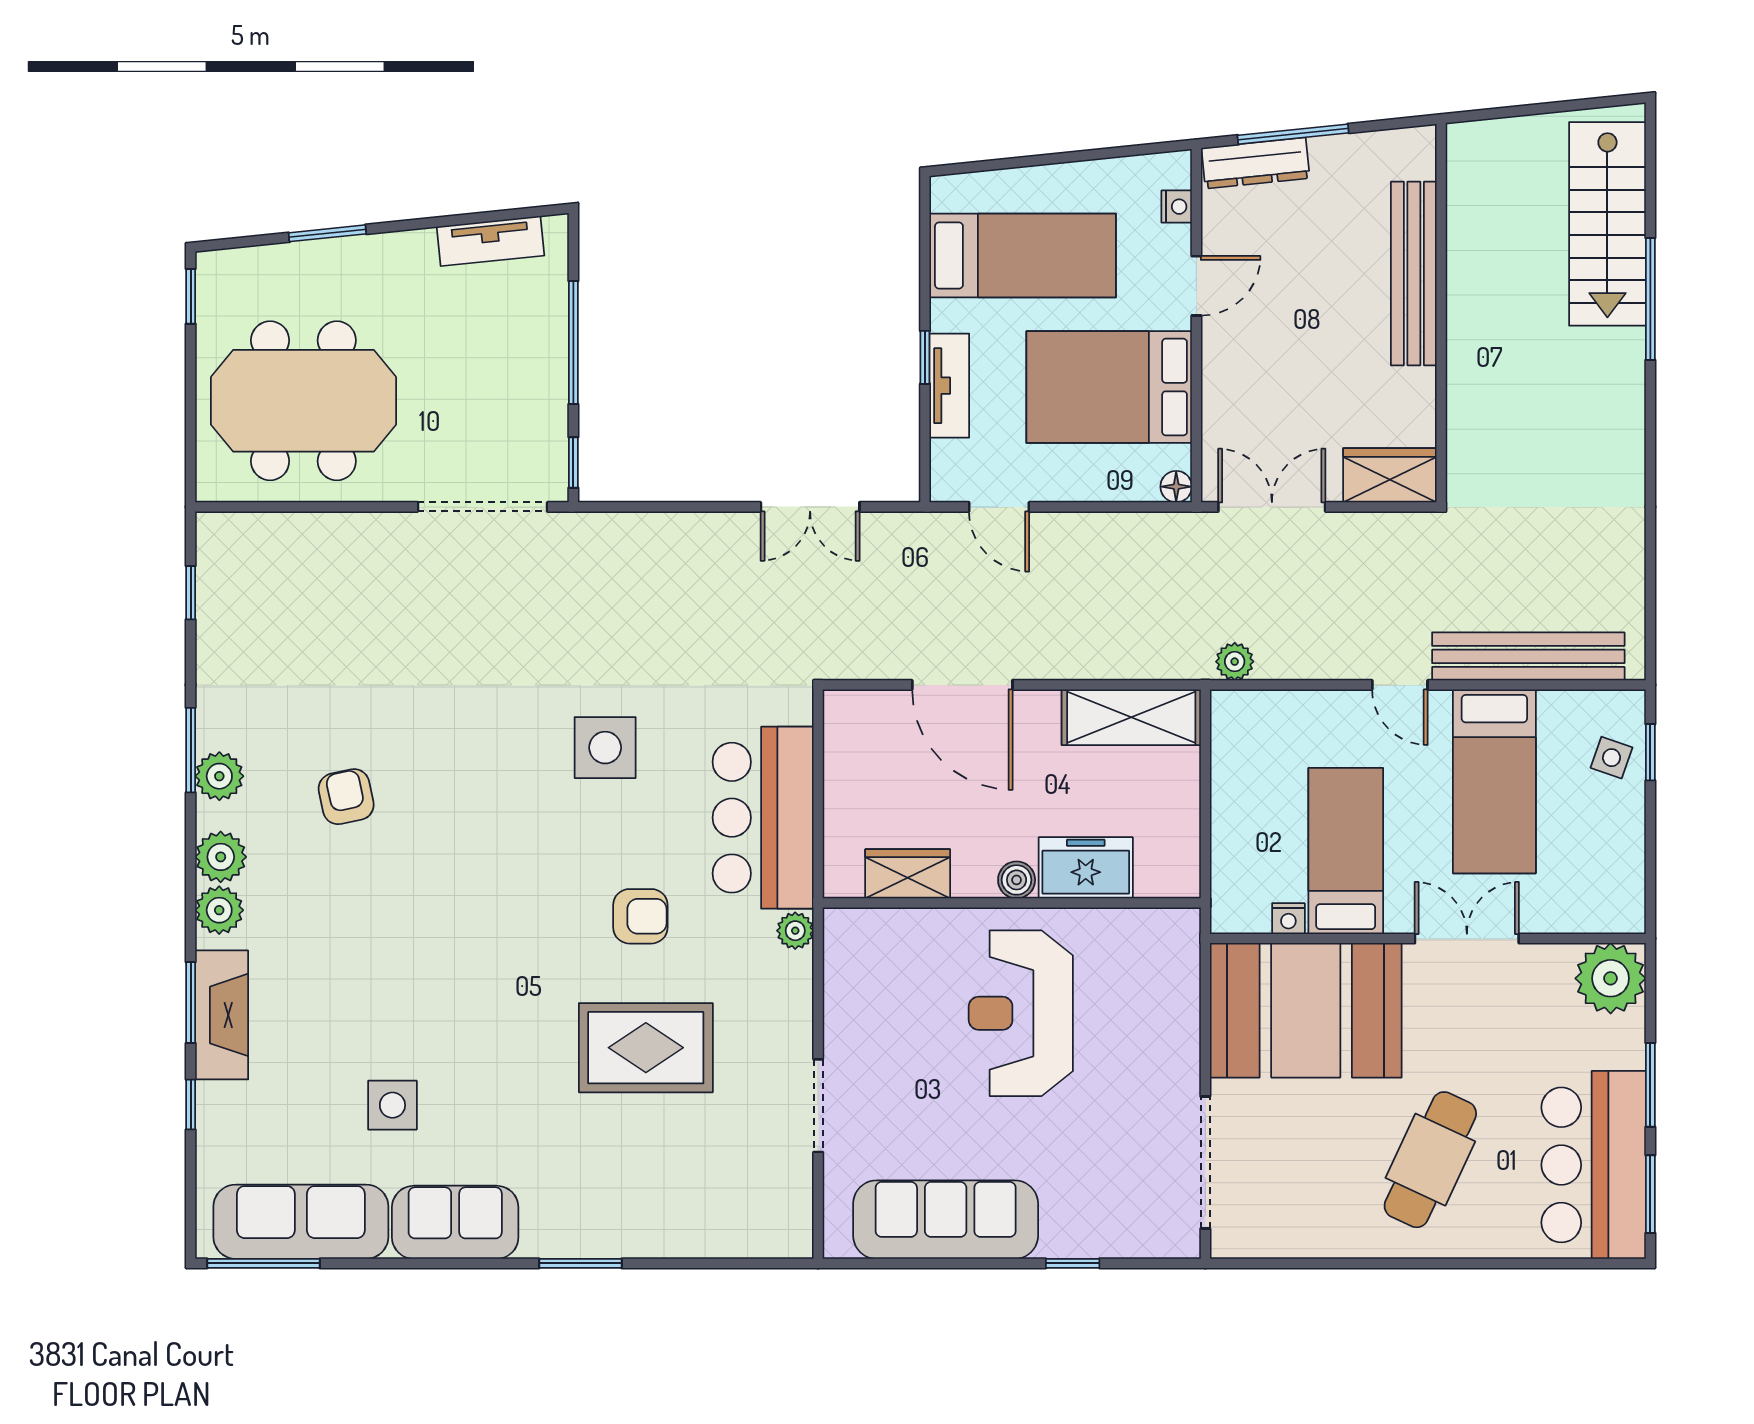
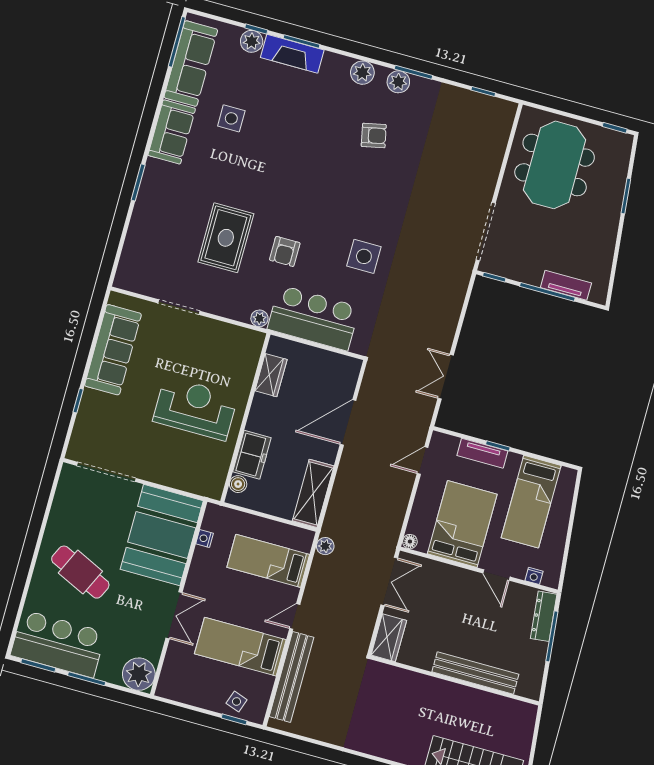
tv unit: (490, 241) -> (566, 285), moved, turned 96
bed: (1346, 851) -> (268, 561), moved, turned 180
boiler: (1017, 880) -> (238, 484), moved
plant: (219, 910) -> (252, 41), moved

